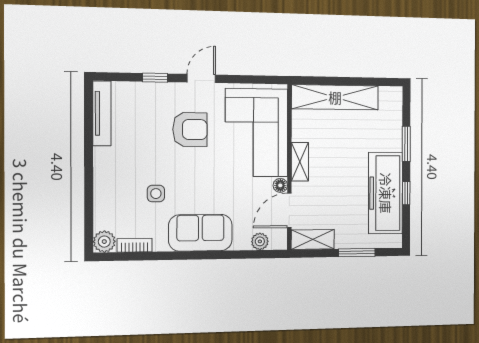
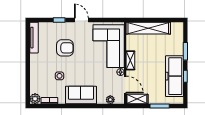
door: (201, 78) -> (81, 20), hinge flipped
armchair: (190, 130) -> (65, 48), moved
door: (289, 210) -> (125, 85), swing flipped

